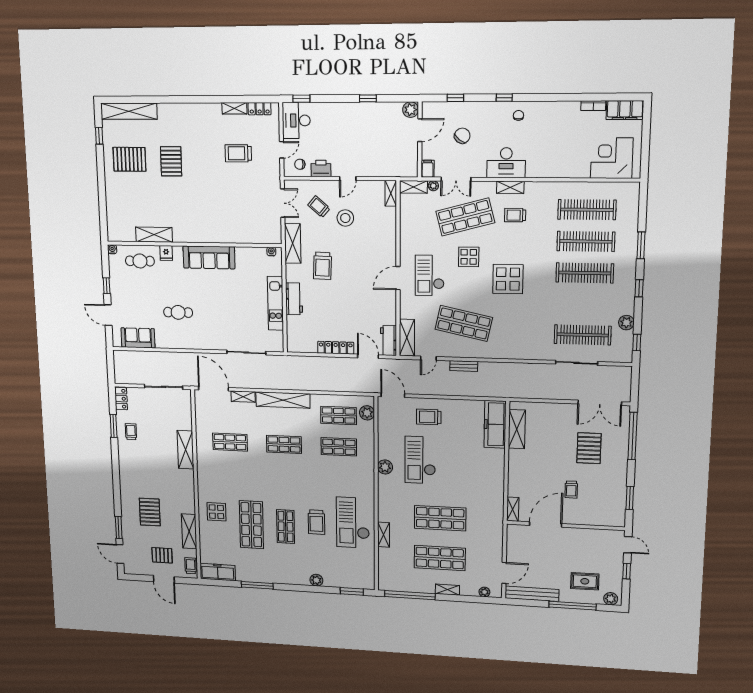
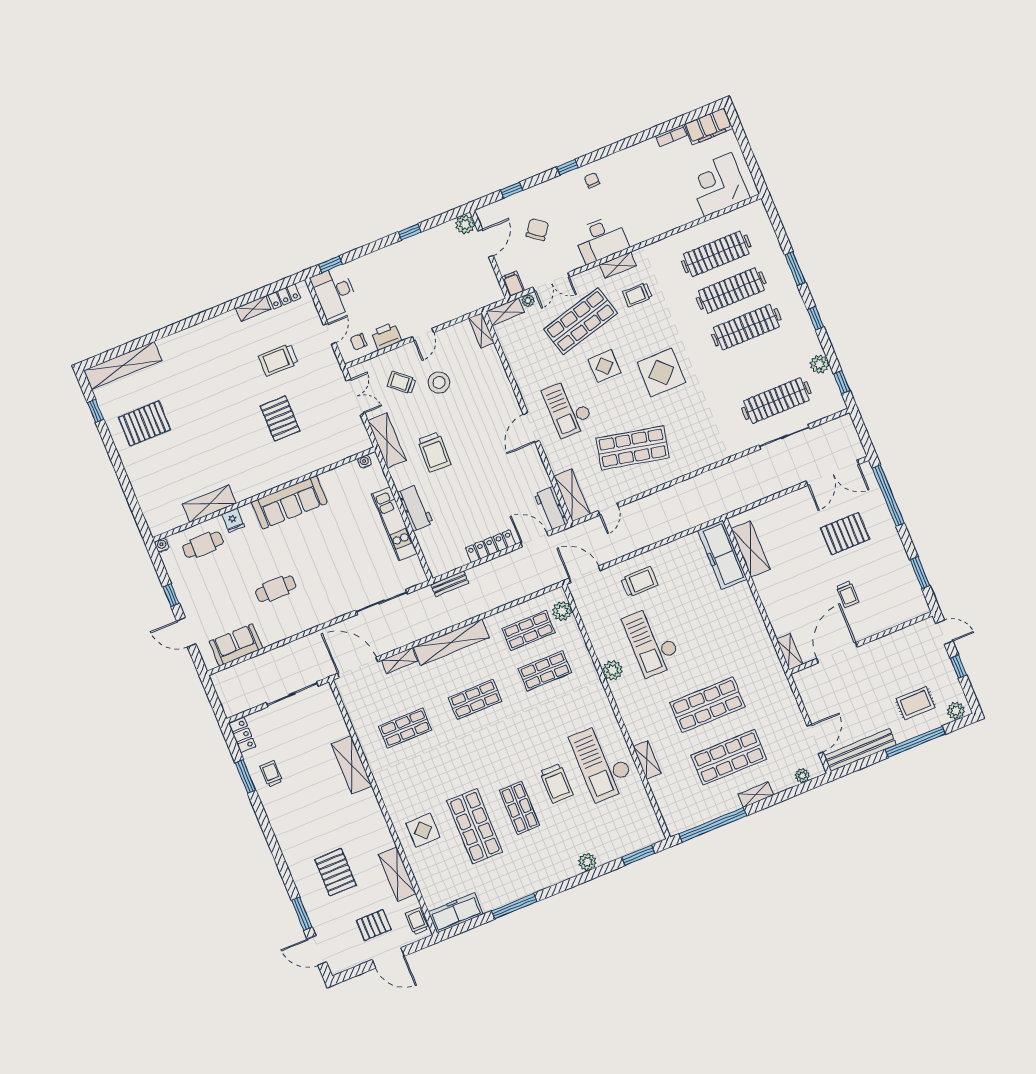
pallet: (171, 161) -> (280, 418), moved
bench: (464, 366) -> (450, 584), moved
trolley: (429, 417) -> (639, 582), turned 180
pallet: (589, 448) -> (845, 534), turned 90

